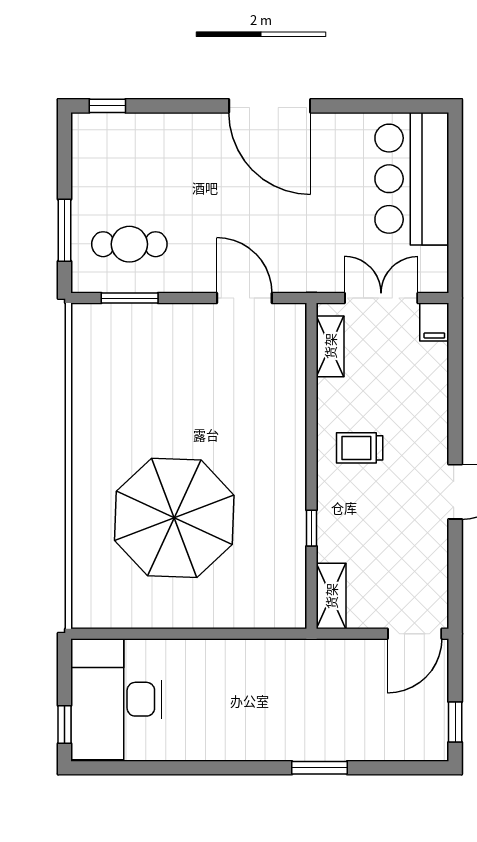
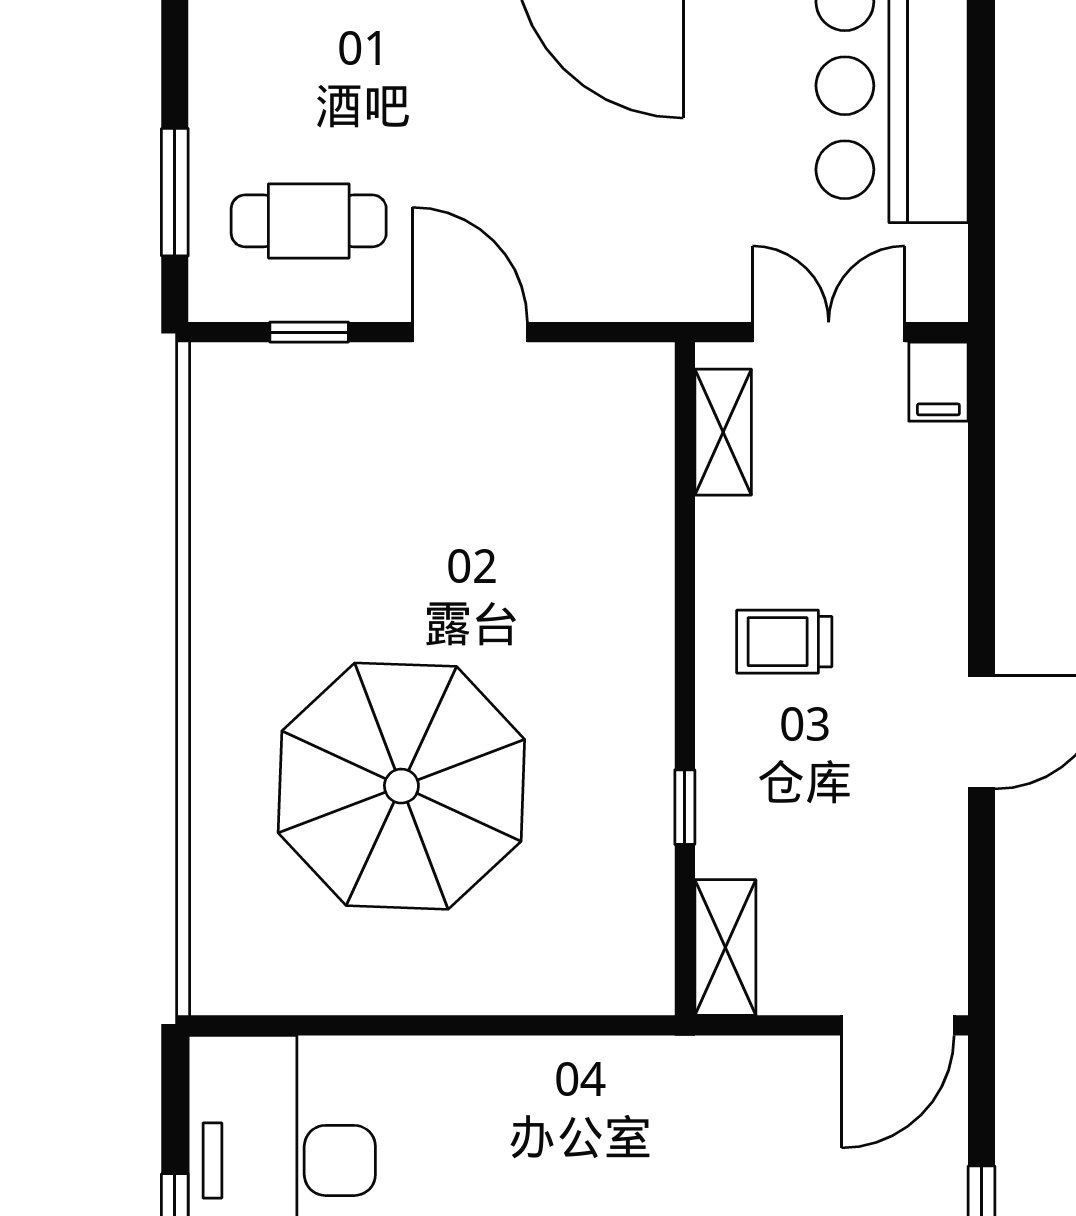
window: (130, 298) -> (309, 332), width x0.67
door: (244, 298) -> (470, 332), moved

